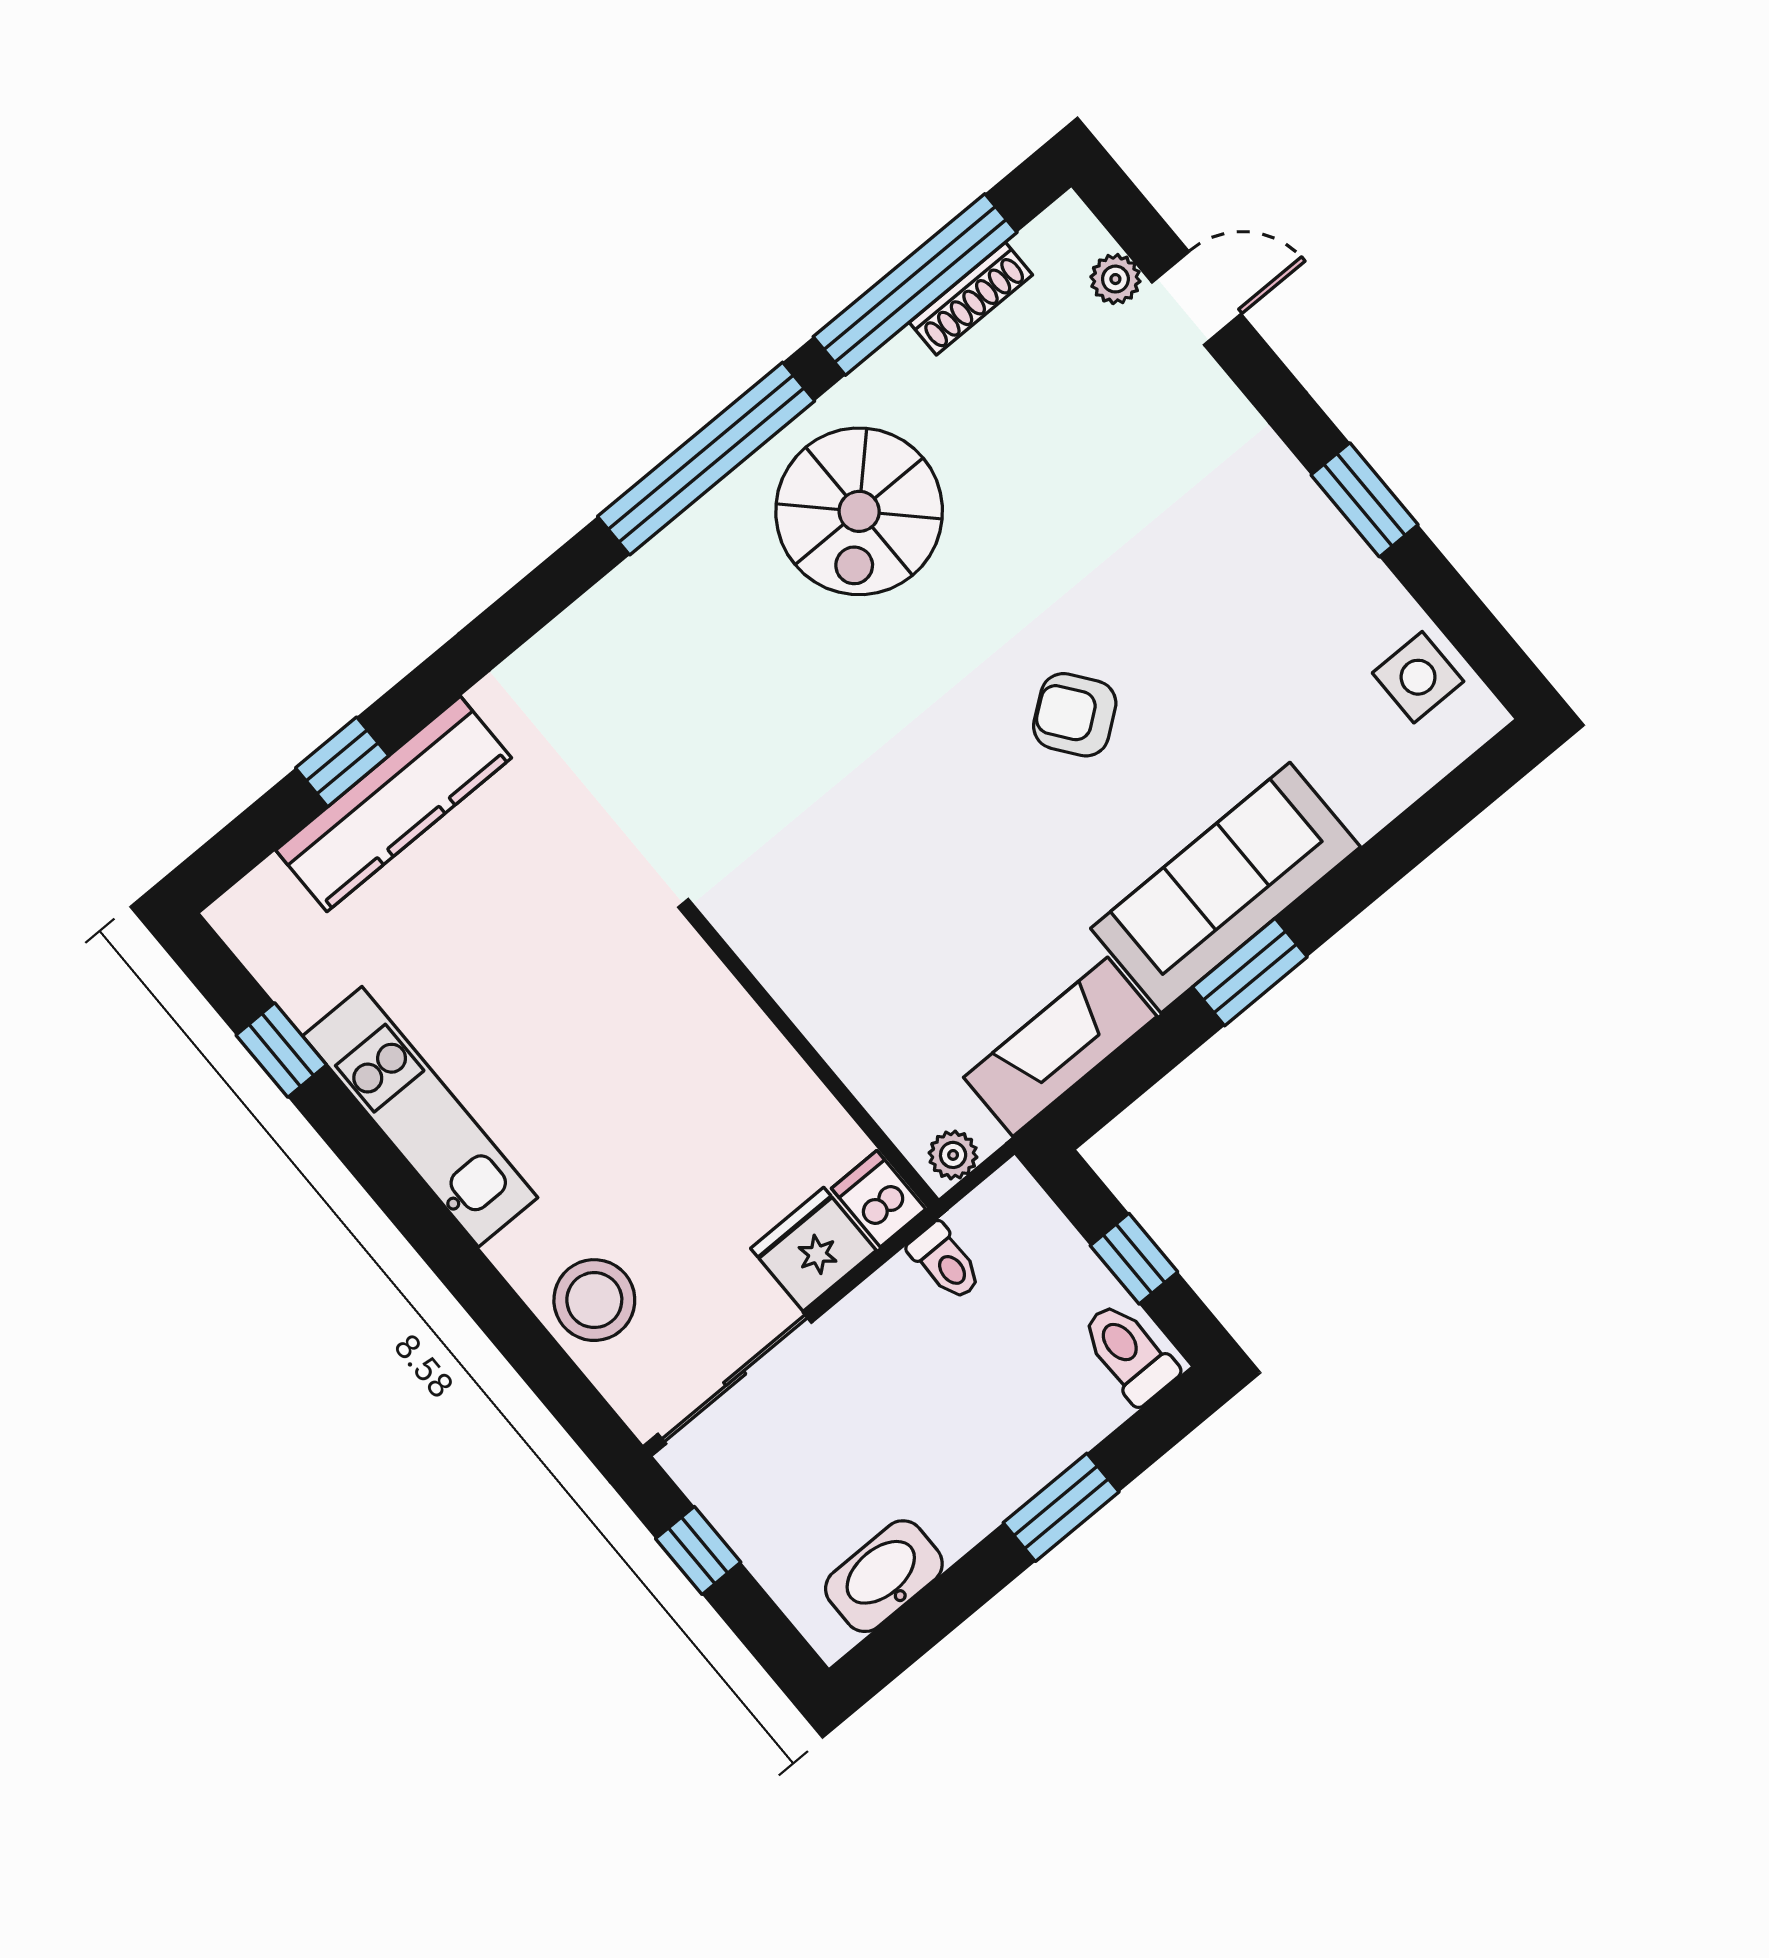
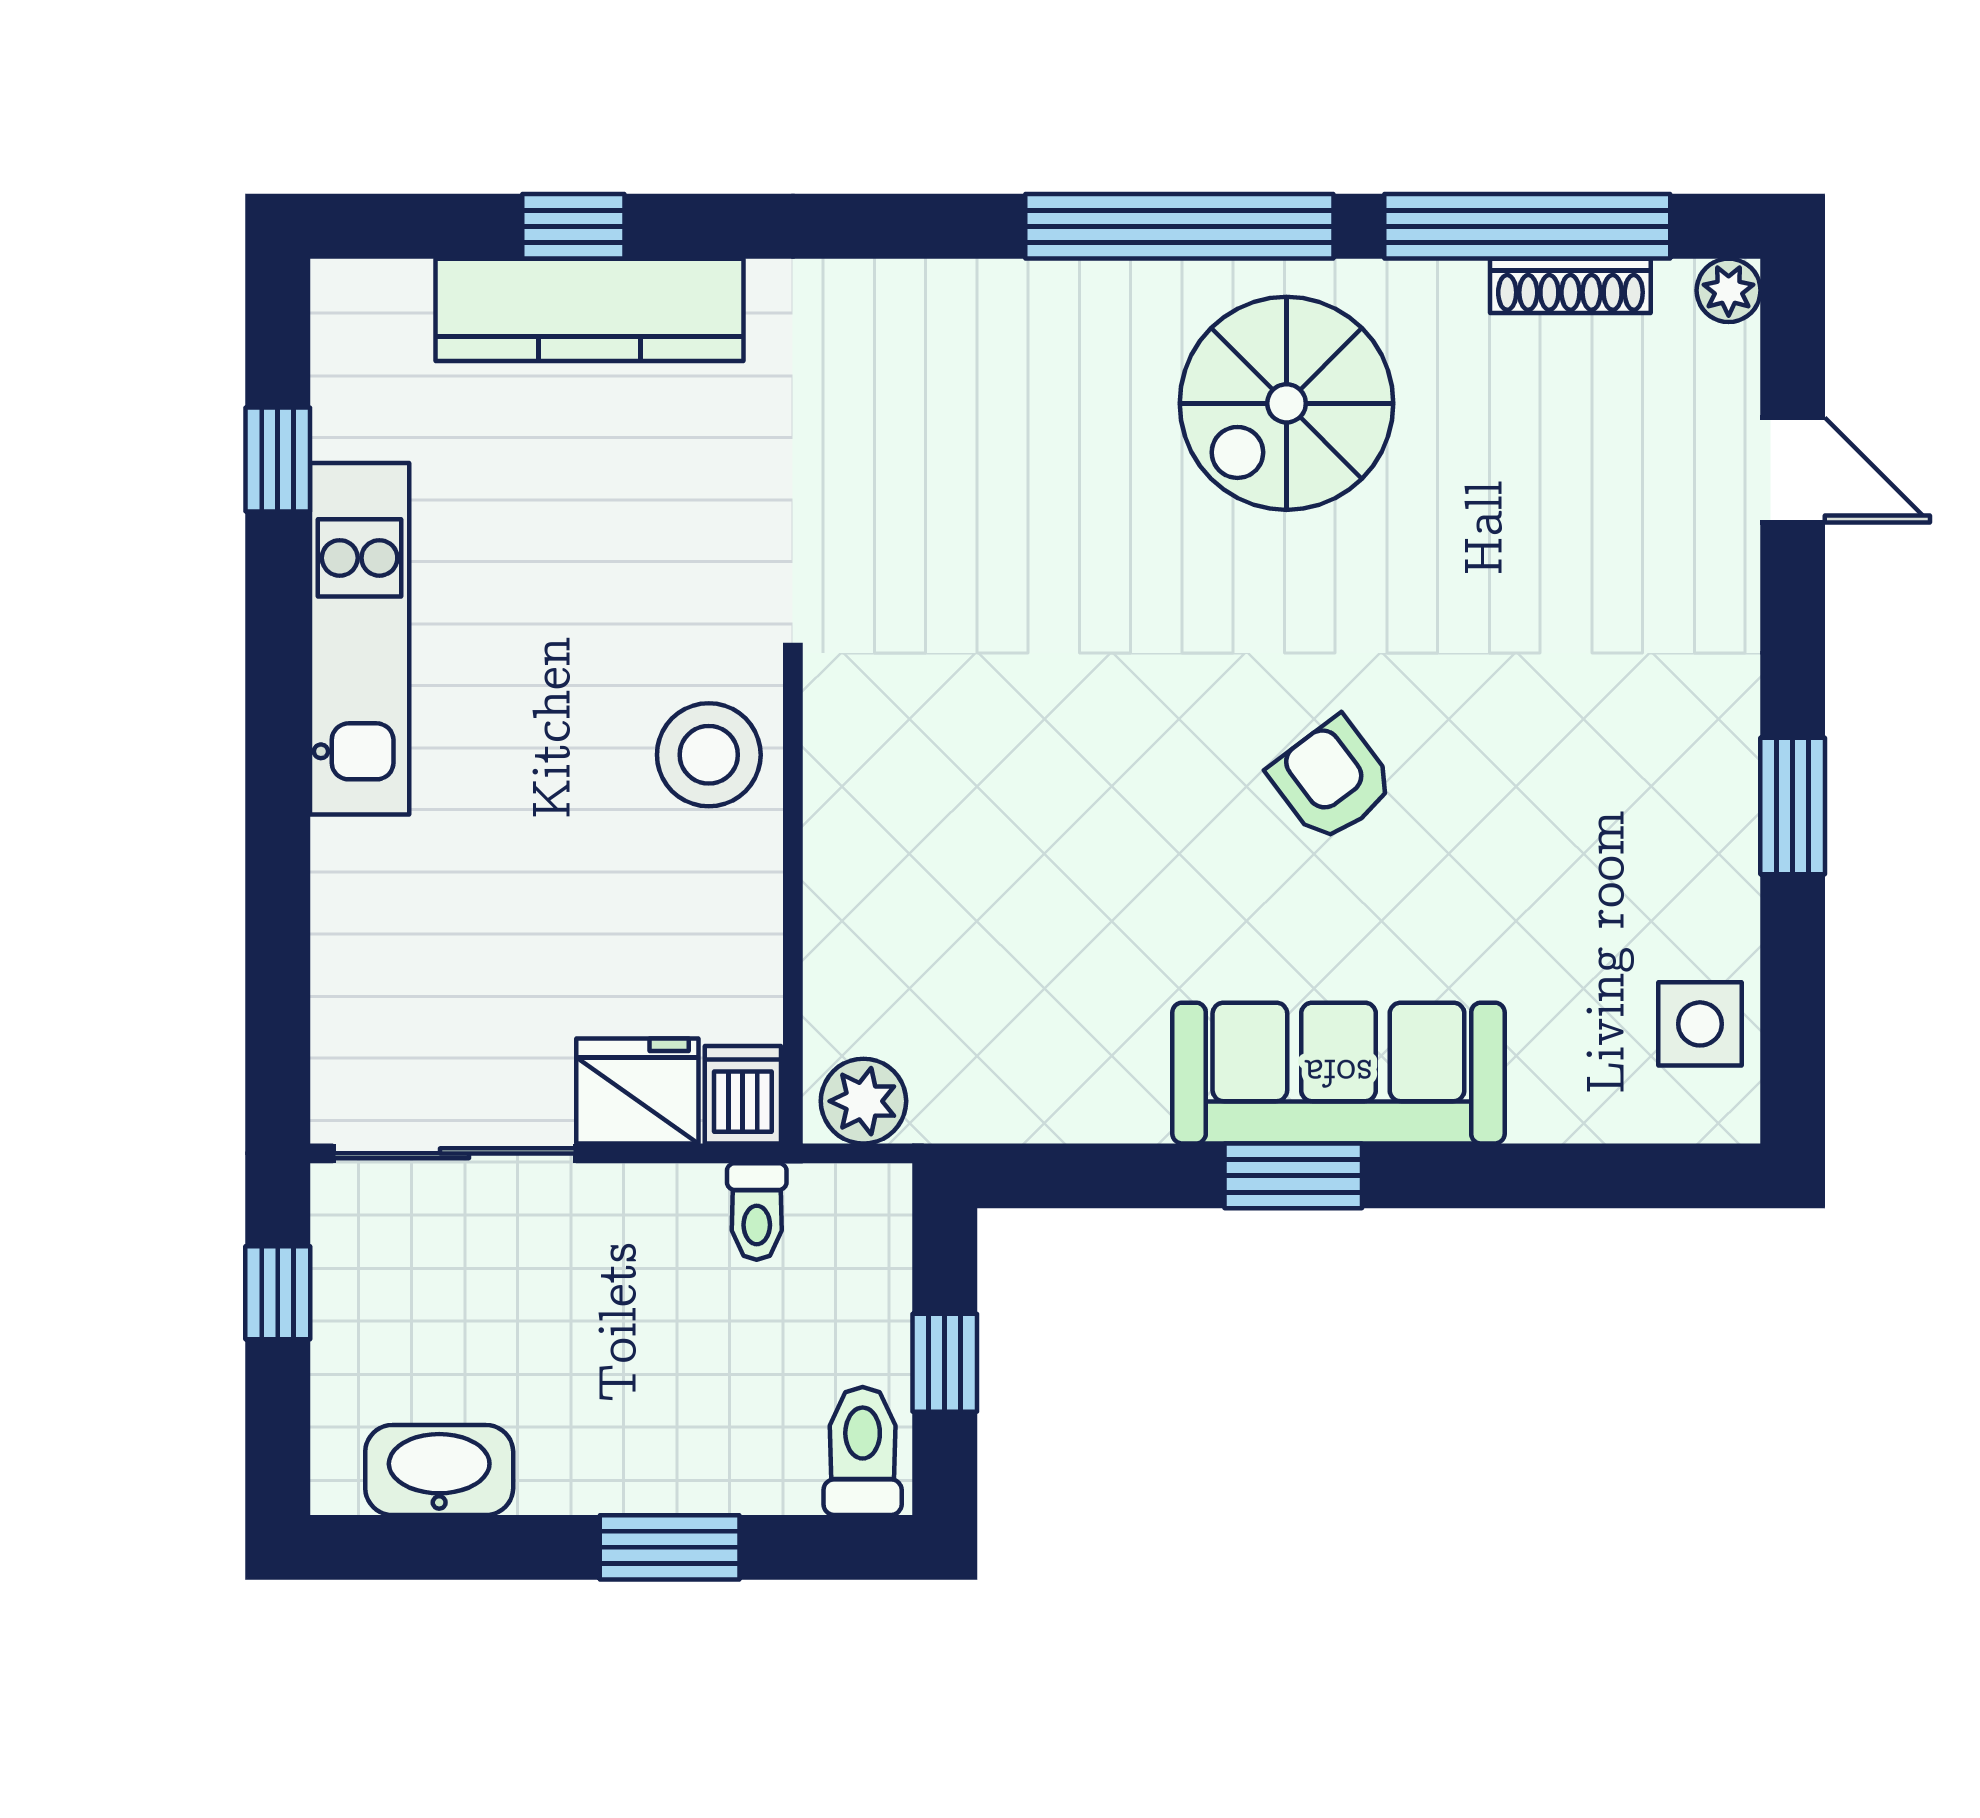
plant: (1115, 279) -> (1729, 290), moved
fireplace: (1060, 1047) -> (1046, 1094), removed
plant: (953, 1155) -> (863, 1101), width x1.38, depth x1.38
stool: (594, 1300) -> (709, 755), moved

